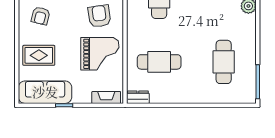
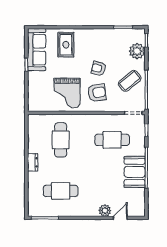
armchair: (41, 16) -> (99, 68), moved
fireplace: (106, 97) -> (32, 98), removed
dresser: (138, 97) -> (33, 162), moved

